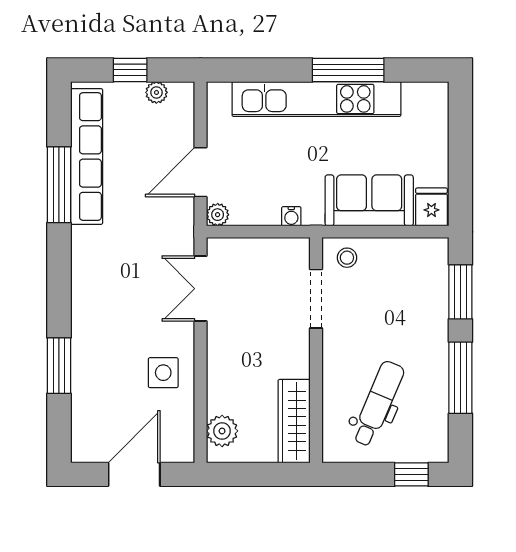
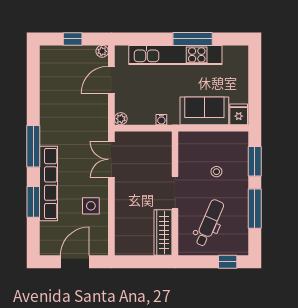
plant: (156, 92) -> (102, 51), moved
row of seats: (87, 156) -> (49, 184), moved
door: (200, 172) -> (111, 80), moved
window: (59, 185) -> (33, 146), moved
stool: (347, 258) -> (216, 172), moved
doorway: (316, 299) -> (175, 192), moved
plant: (222, 431) -> (123, 238), removed

